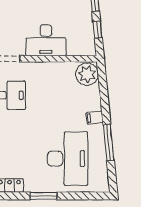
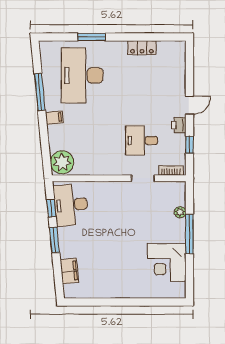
desk: (46, 40) -> (71, 205), moved, turned -96
window: (43, 196) -> (92, 37), moved

